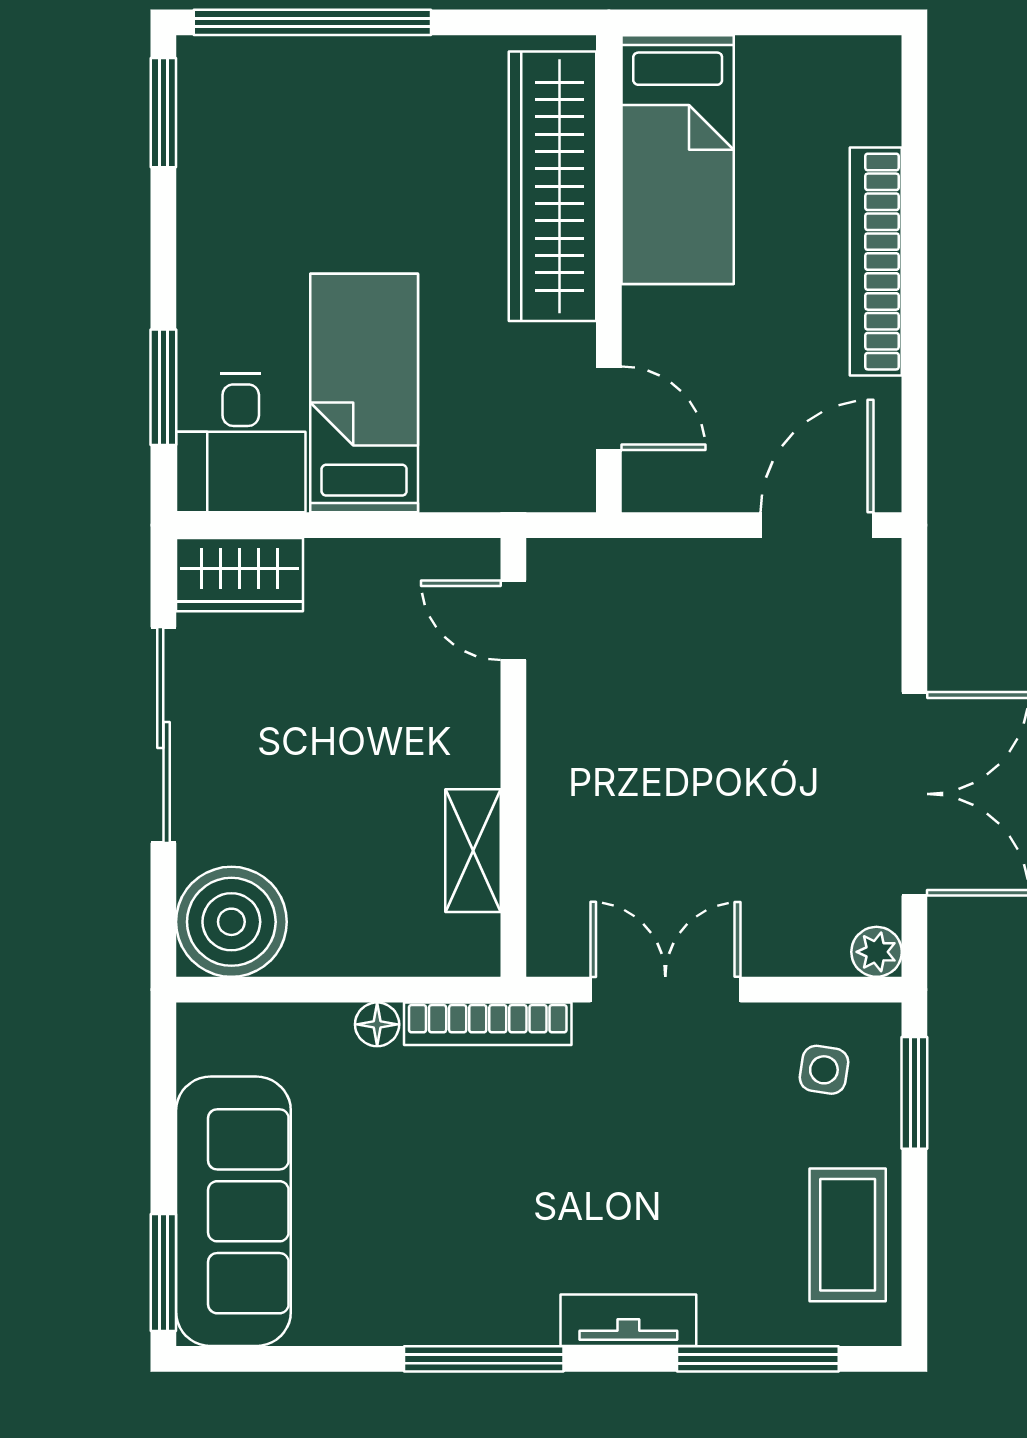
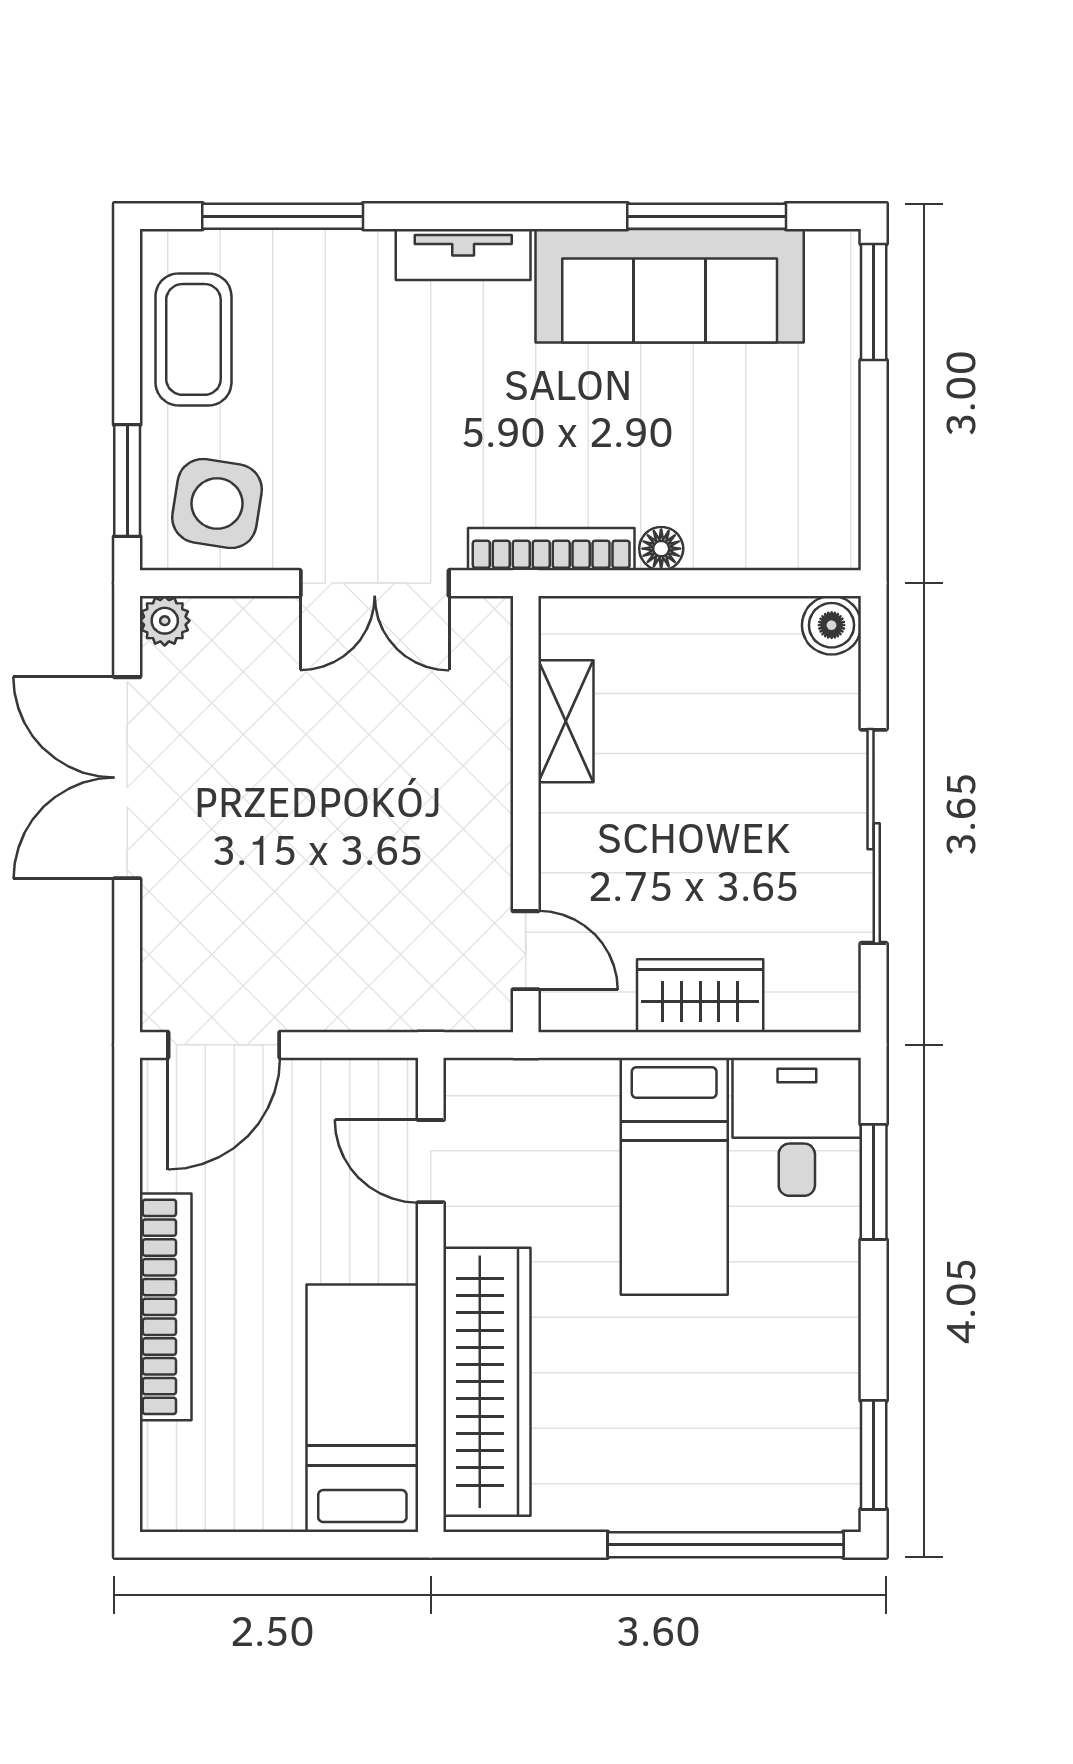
wardrobe: (240, 575) -> (700, 996), moved
boiler: (231, 922) -> (832, 625), width x0.54, depth x0.54
side table: (824, 1070) -> (217, 503), width x1.87, depth x1.87
sofa: (233, 1211) -> (670, 286), moved, turned -90
tv unit: (628, 1320) -> (463, 255), moved
window: (484, 1359) -> (707, 216), moved

